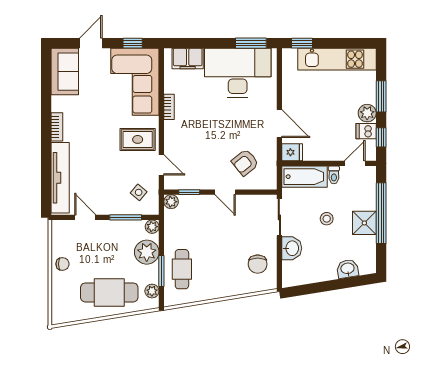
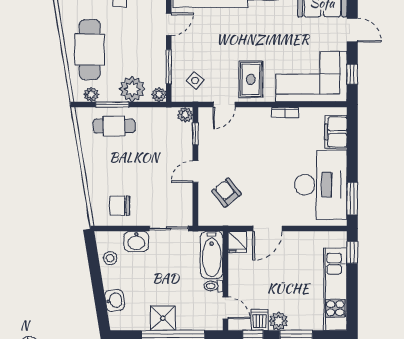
stool: (327, 219) -> (110, 258), moved

